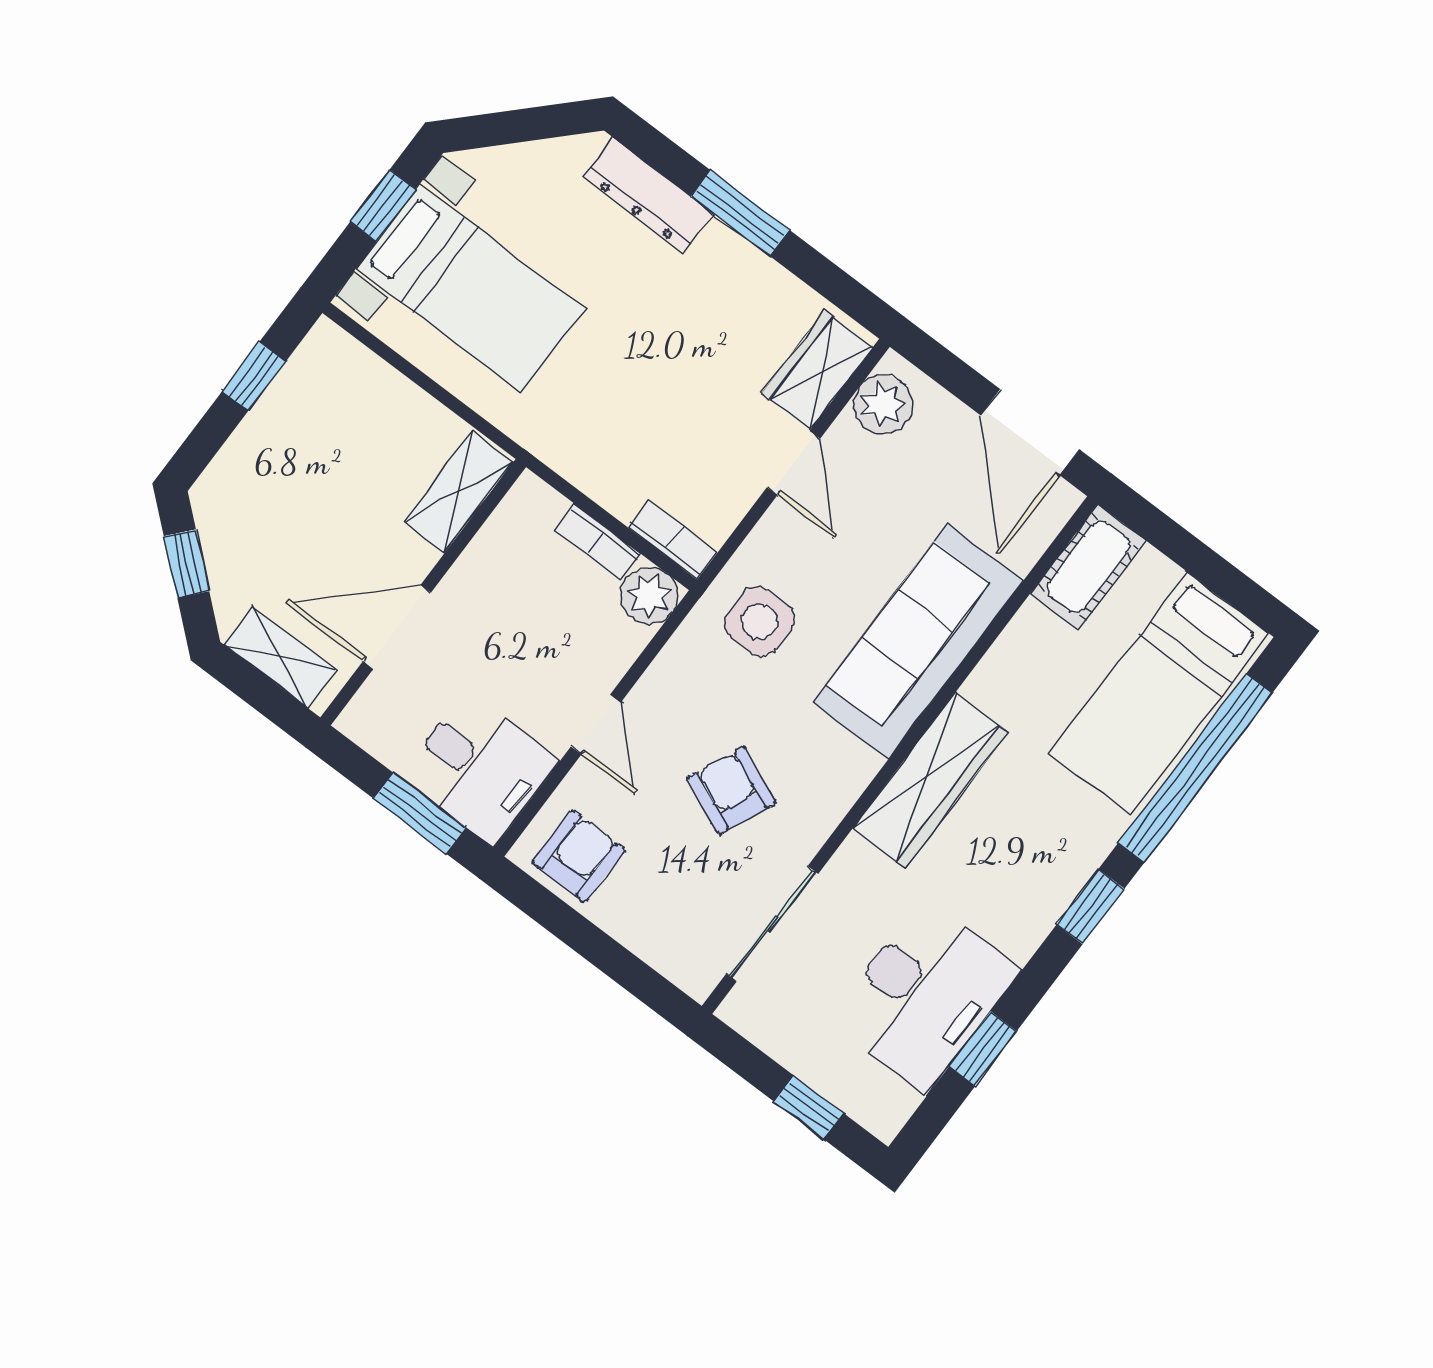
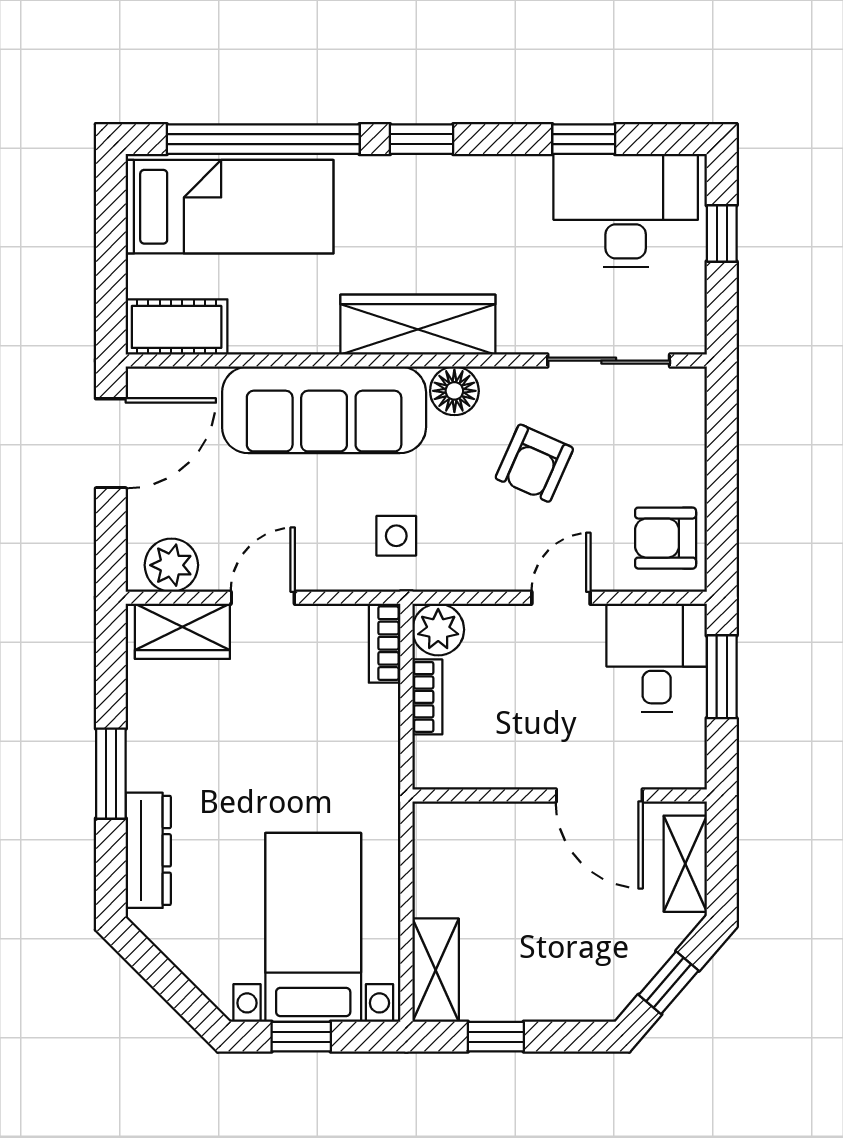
shelving: (459, 492) -> (436, 970), moved, turned 90
side table: (759, 621) -> (396, 536), width x0.73, depth x0.73
floor lamp: (848, 768) -> (454, 391), added
desk: (925, 995) -> (626, 211), moved

